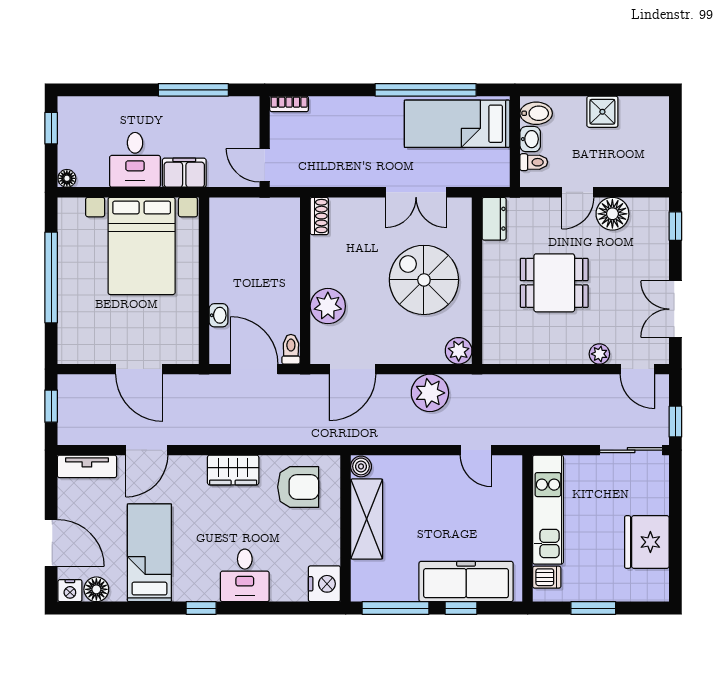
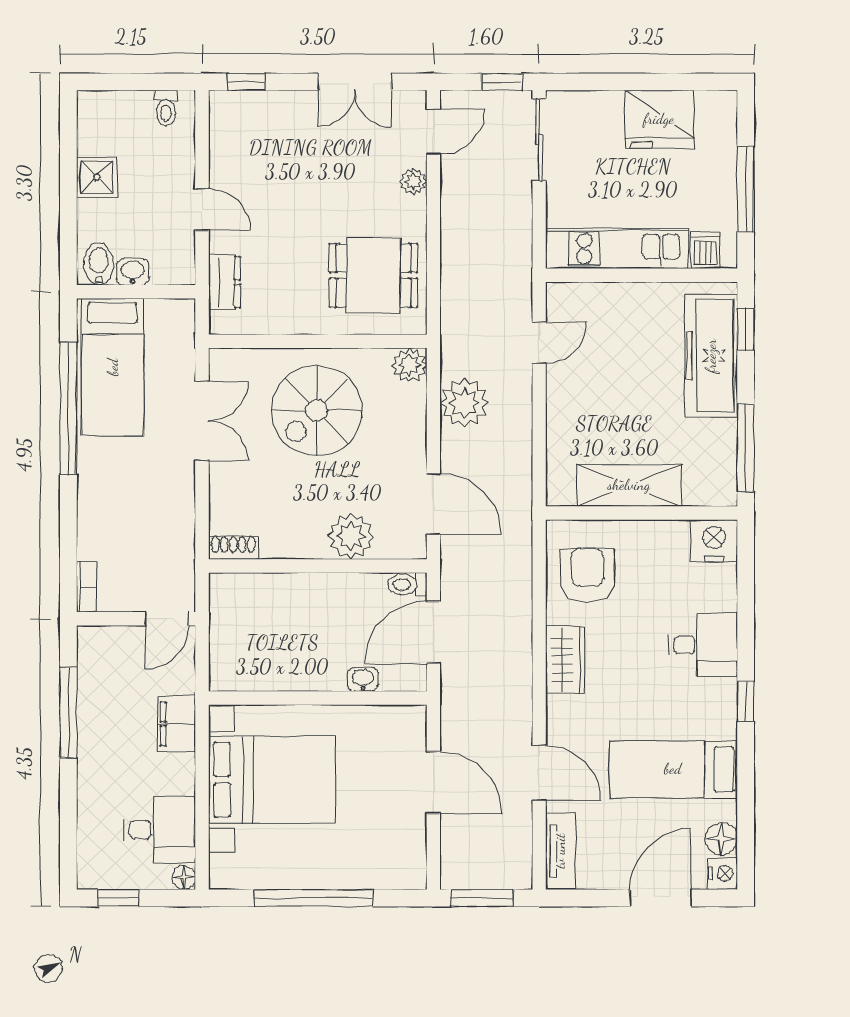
desk: (135, 160) -> (160, 830), moved
toilet: (534, 162) -> (166, 108), moved, turned 180
floor lamp: (612, 214) -> (230, 164), removed
dresser: (494, 219) -> (224, 282), moved, turned 90
dining table: (554, 283) -> (373, 275), moved, turned 90
door: (139, 369) -> (433, 783), hinge flipped
window: (51, 406) -> (482, 898), width x1.50
boiler: (361, 466) -> (561, 493), removed
window: (461, 608) -> (746, 329), moved
window: (593, 608) -> (746, 189), width x1.44

